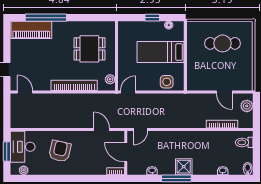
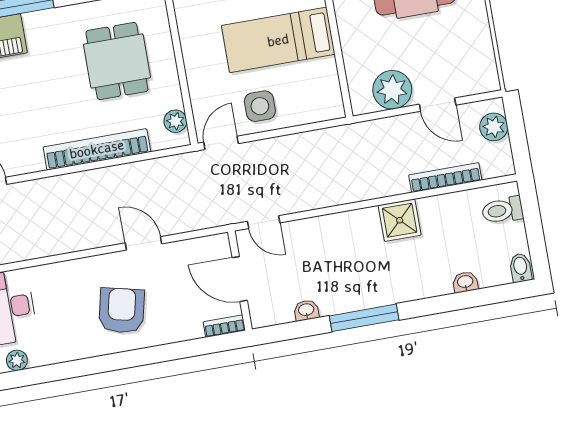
dining table: (89, 49) -> (117, 61), turned 90
side table: (167, 82) -> (260, 106), moved
plant: (206, 82) -> (392, 90), added
door: (102, 129) -> (143, 243), moved
door: (140, 129) -> (264, 222), hinge flipped
armchair: (60, 151) -> (122, 310), moved
shower: (184, 167) -> (400, 220), moved

